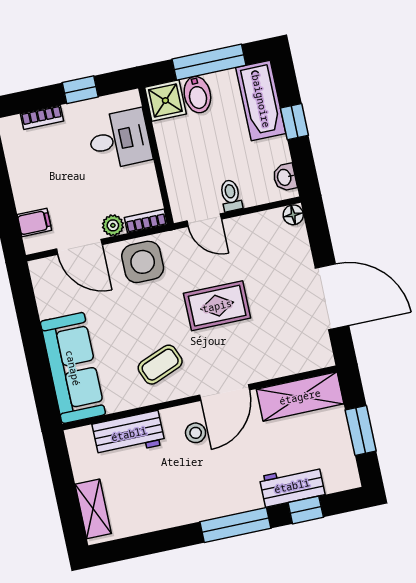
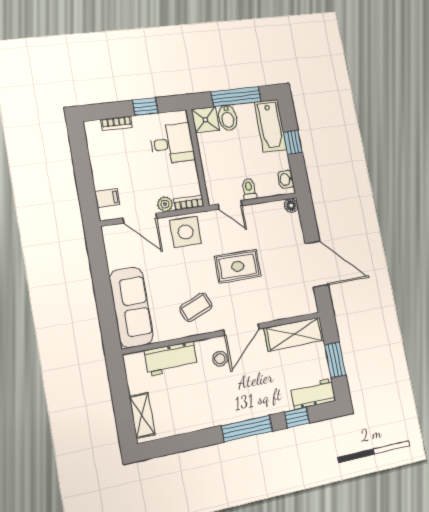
workbench: (292, 486) -> (313, 394), moved

